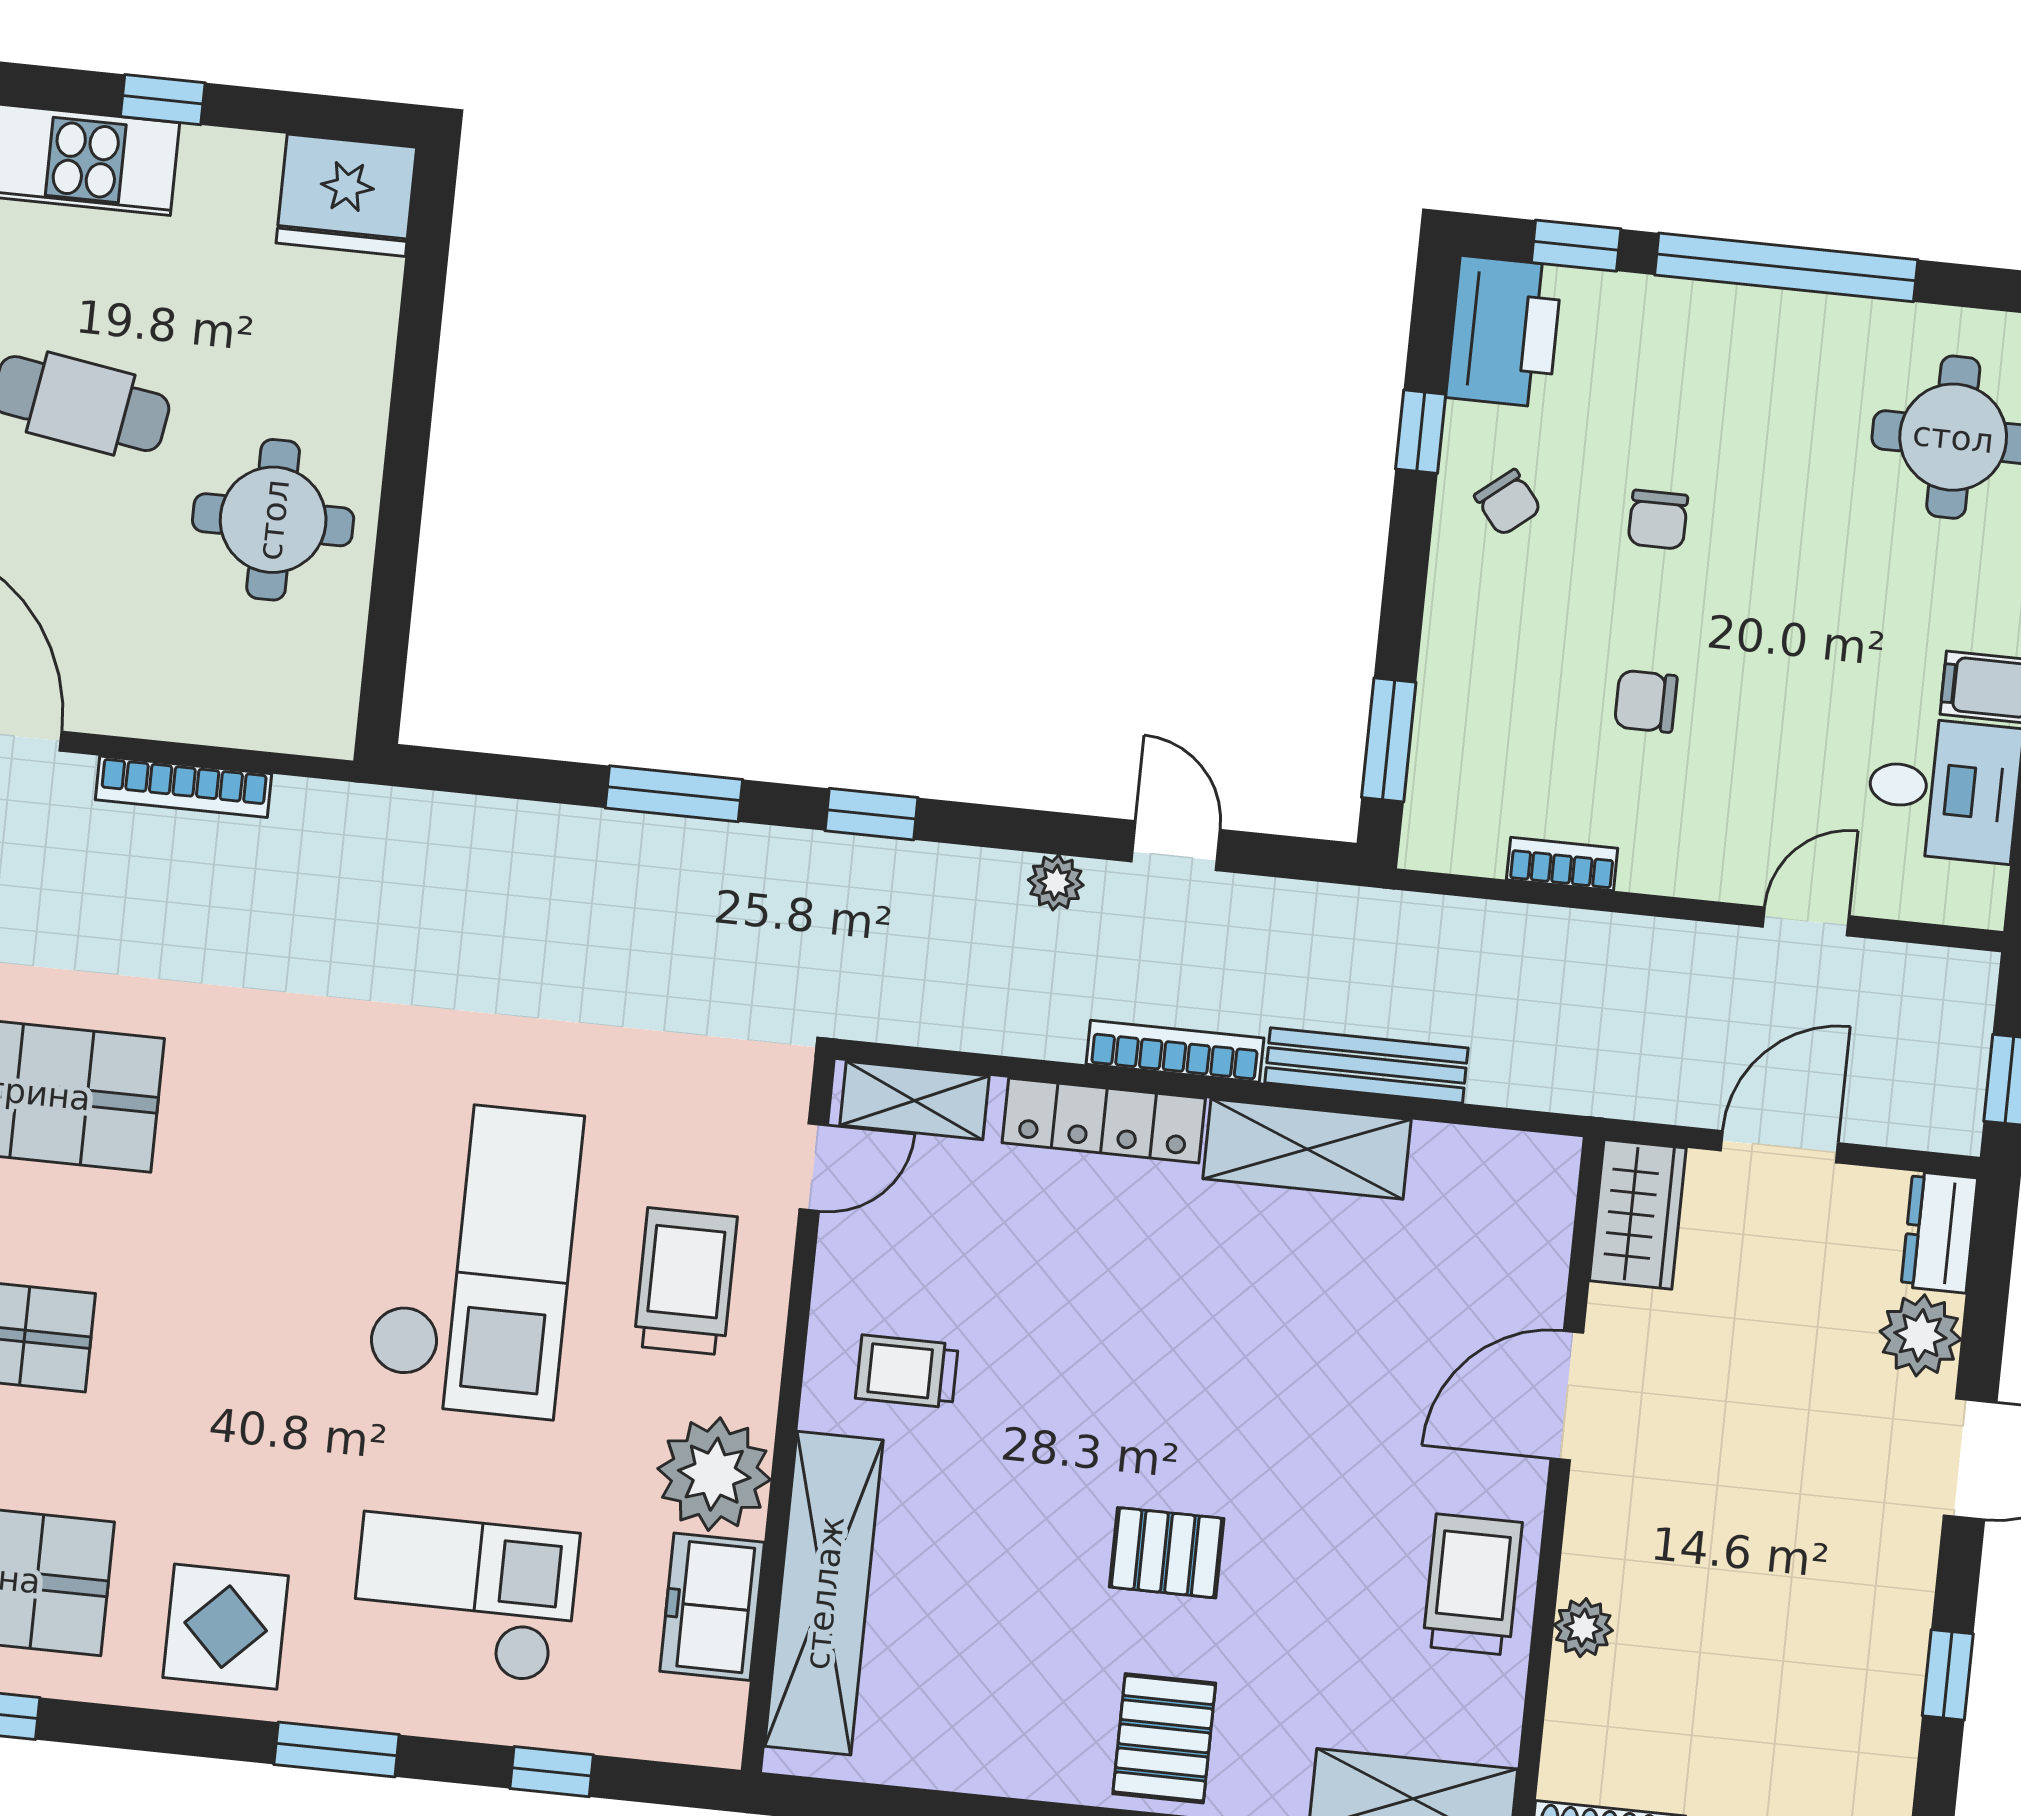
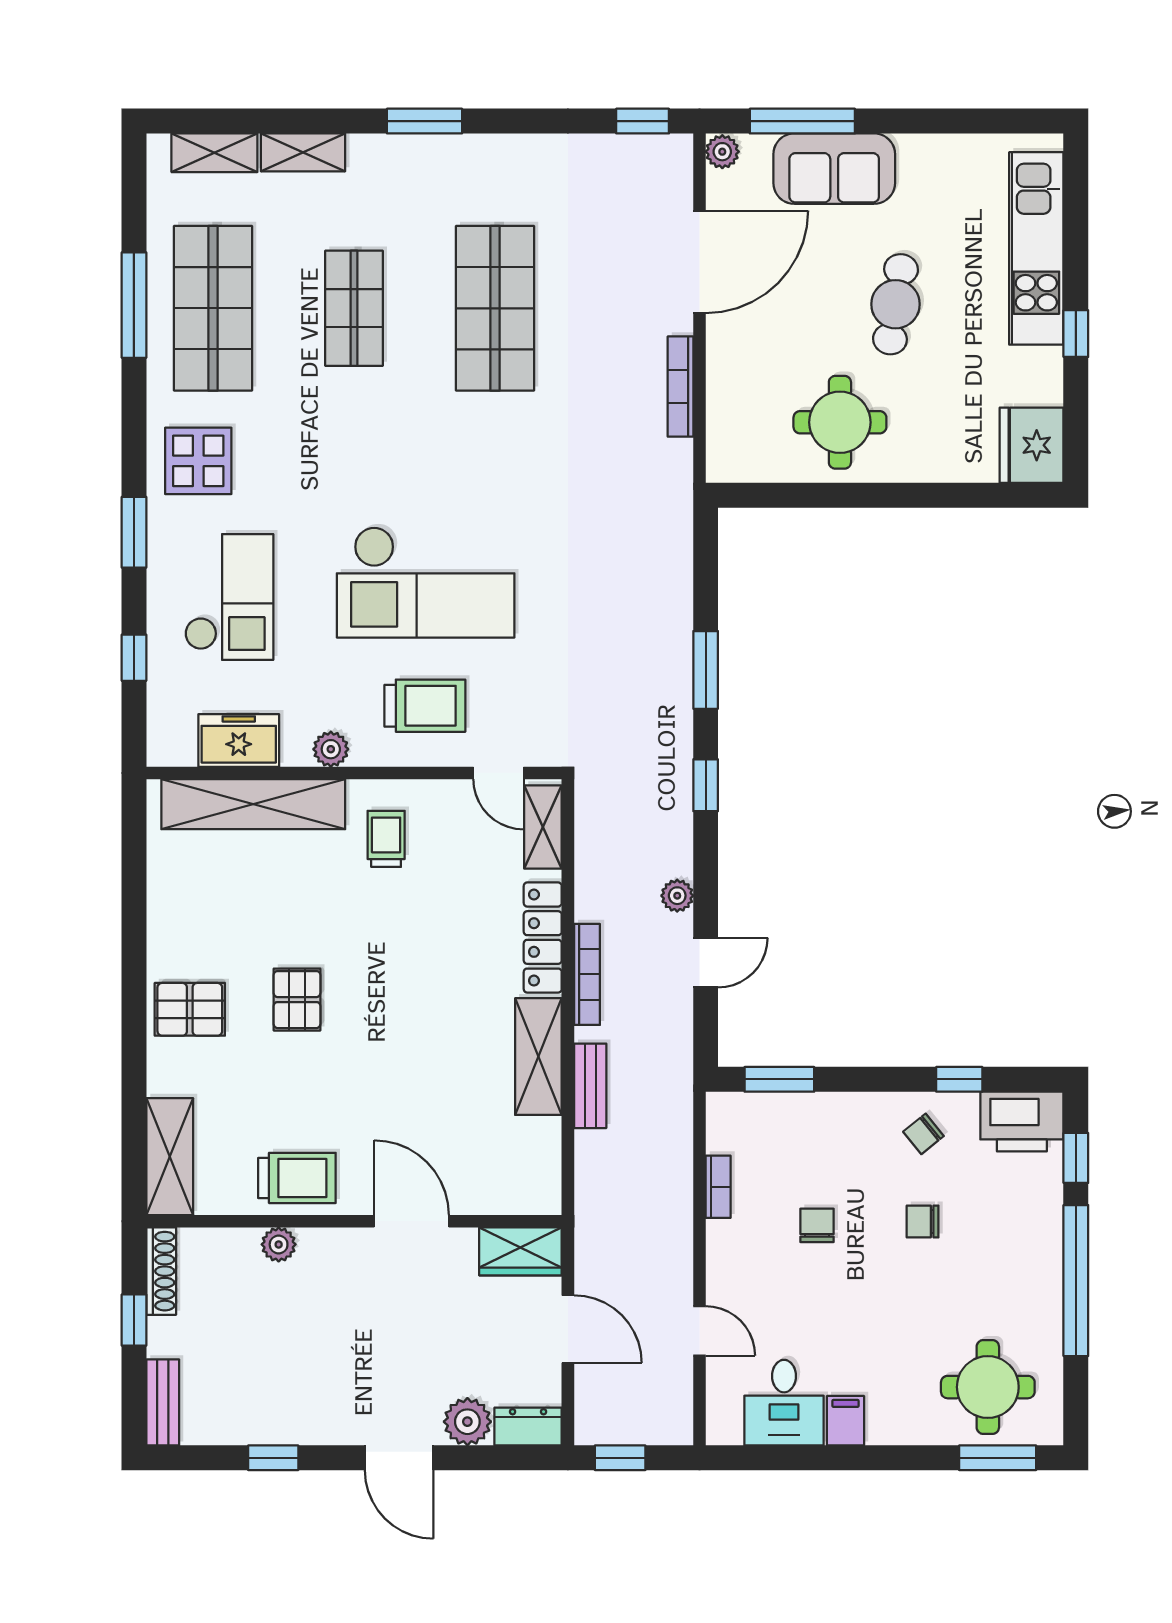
bench: (1366, 1065) -> (590, 1086), width x0.73
plant: (714, 1474) -> (331, 749), width x0.53, depth x0.53

